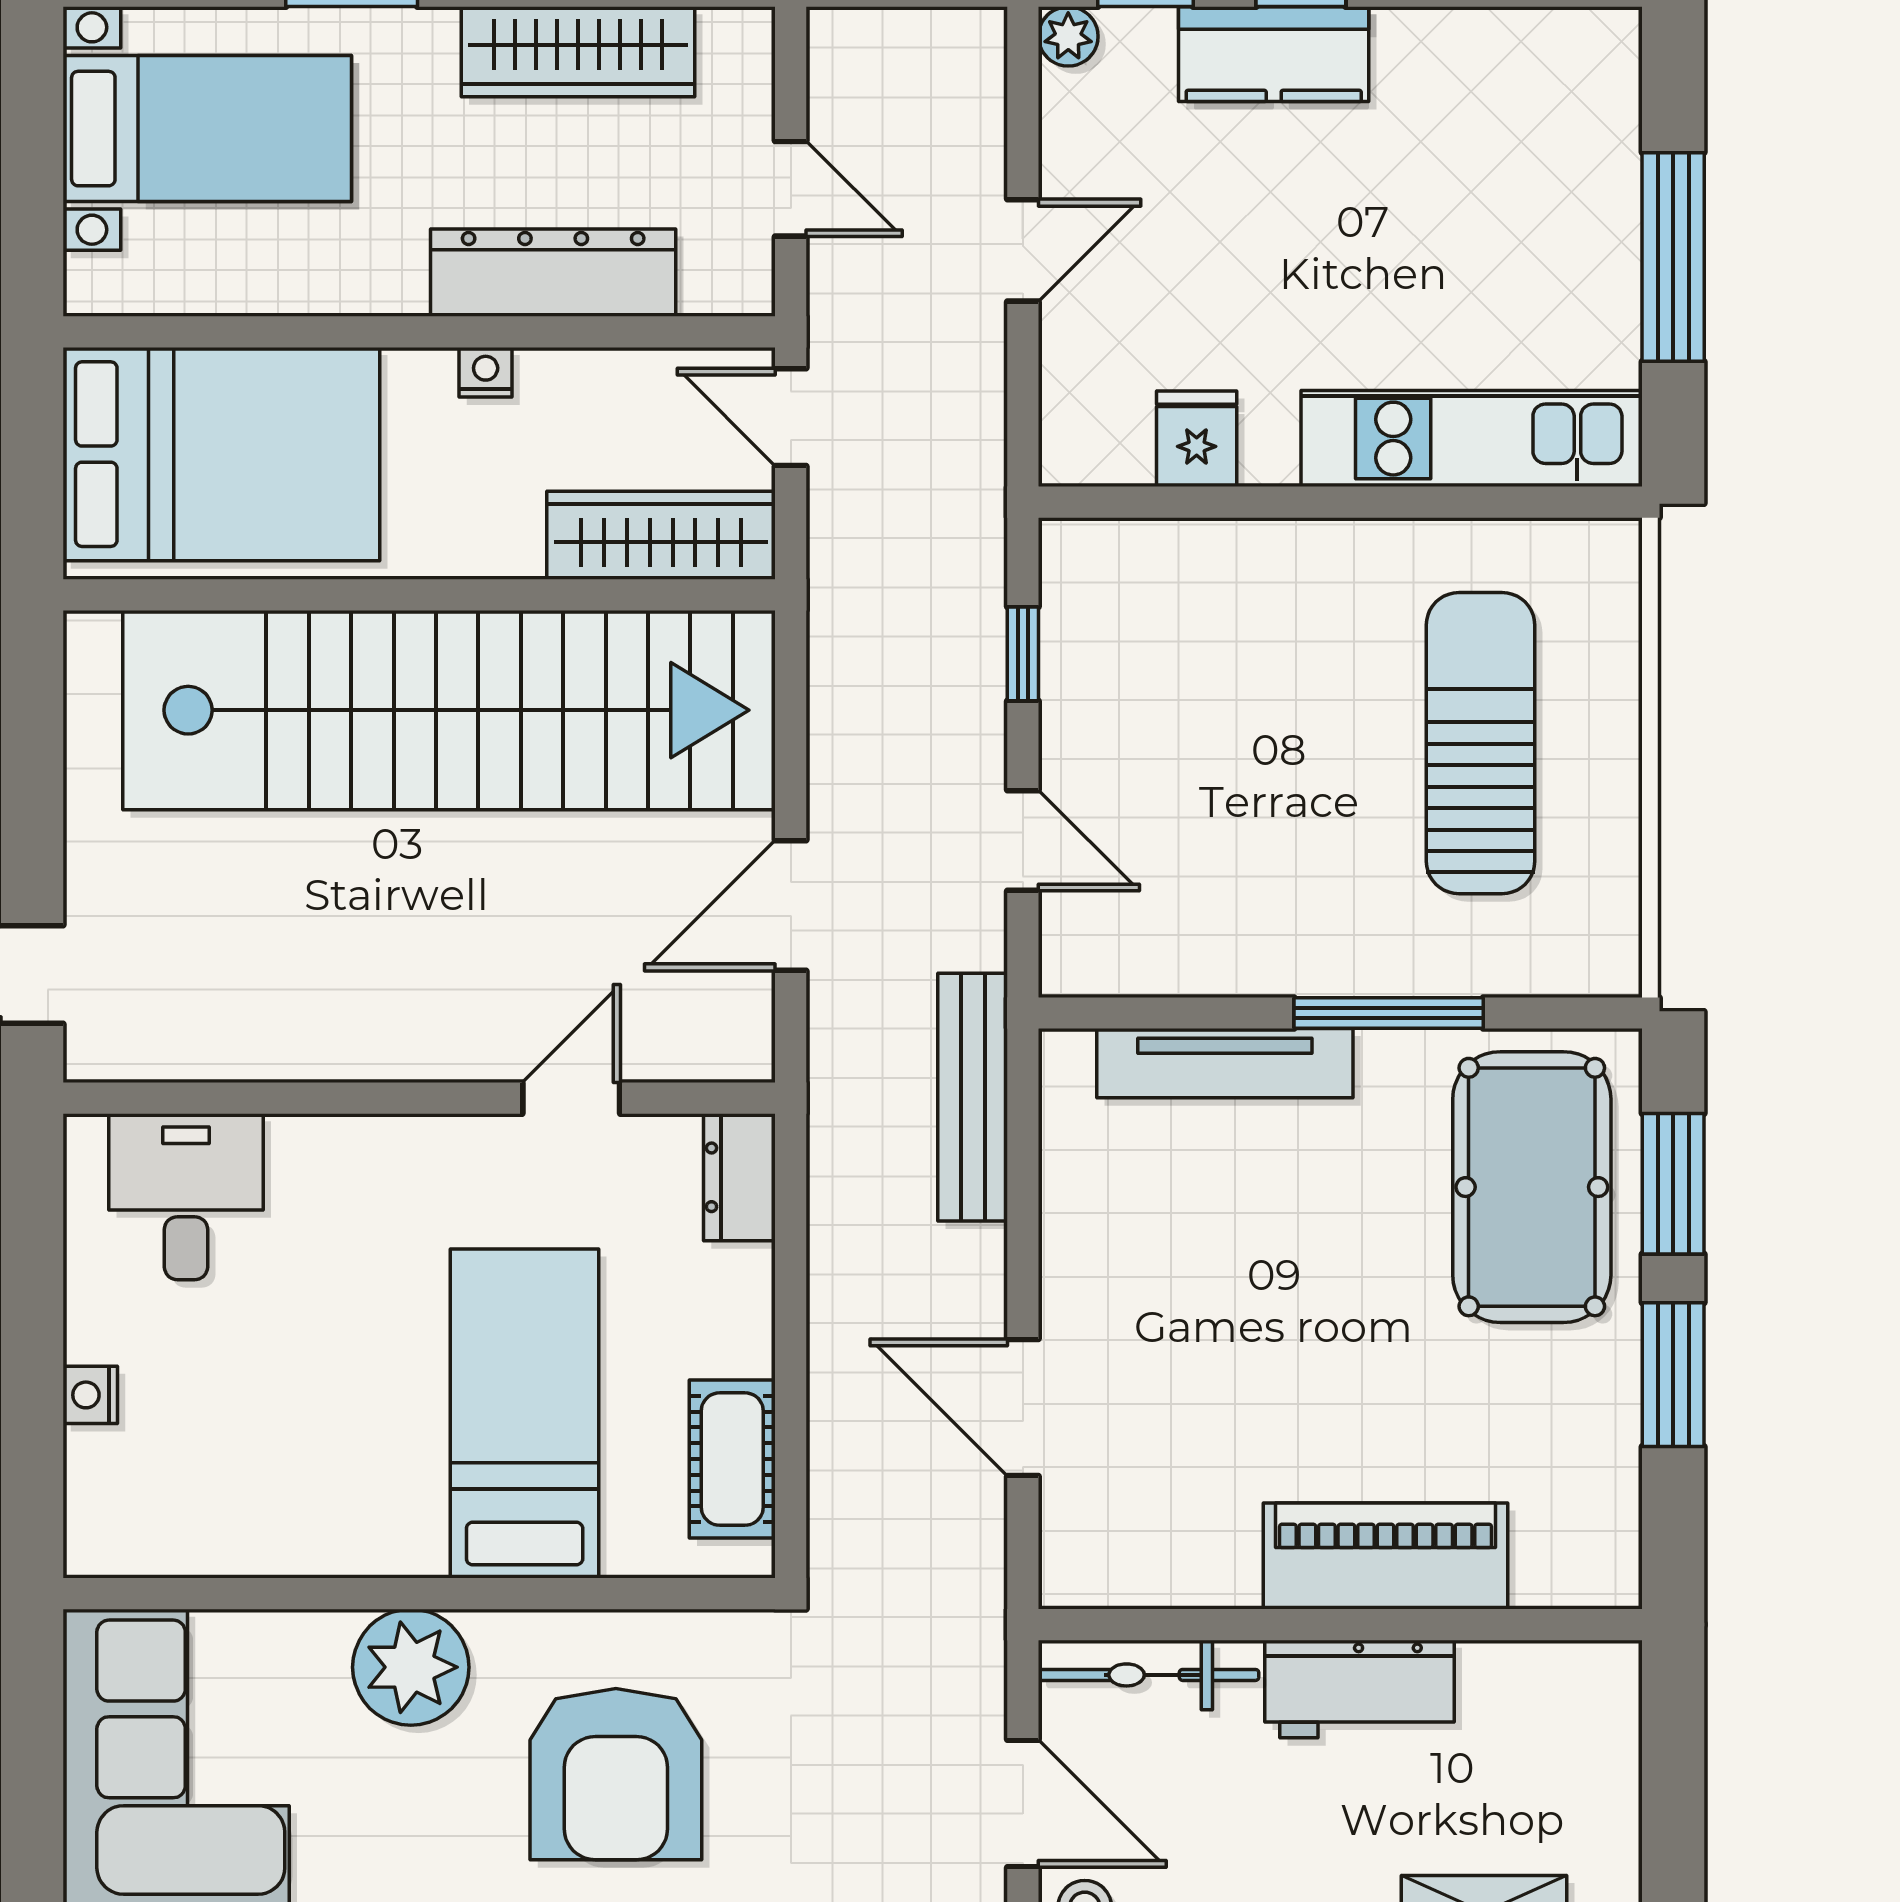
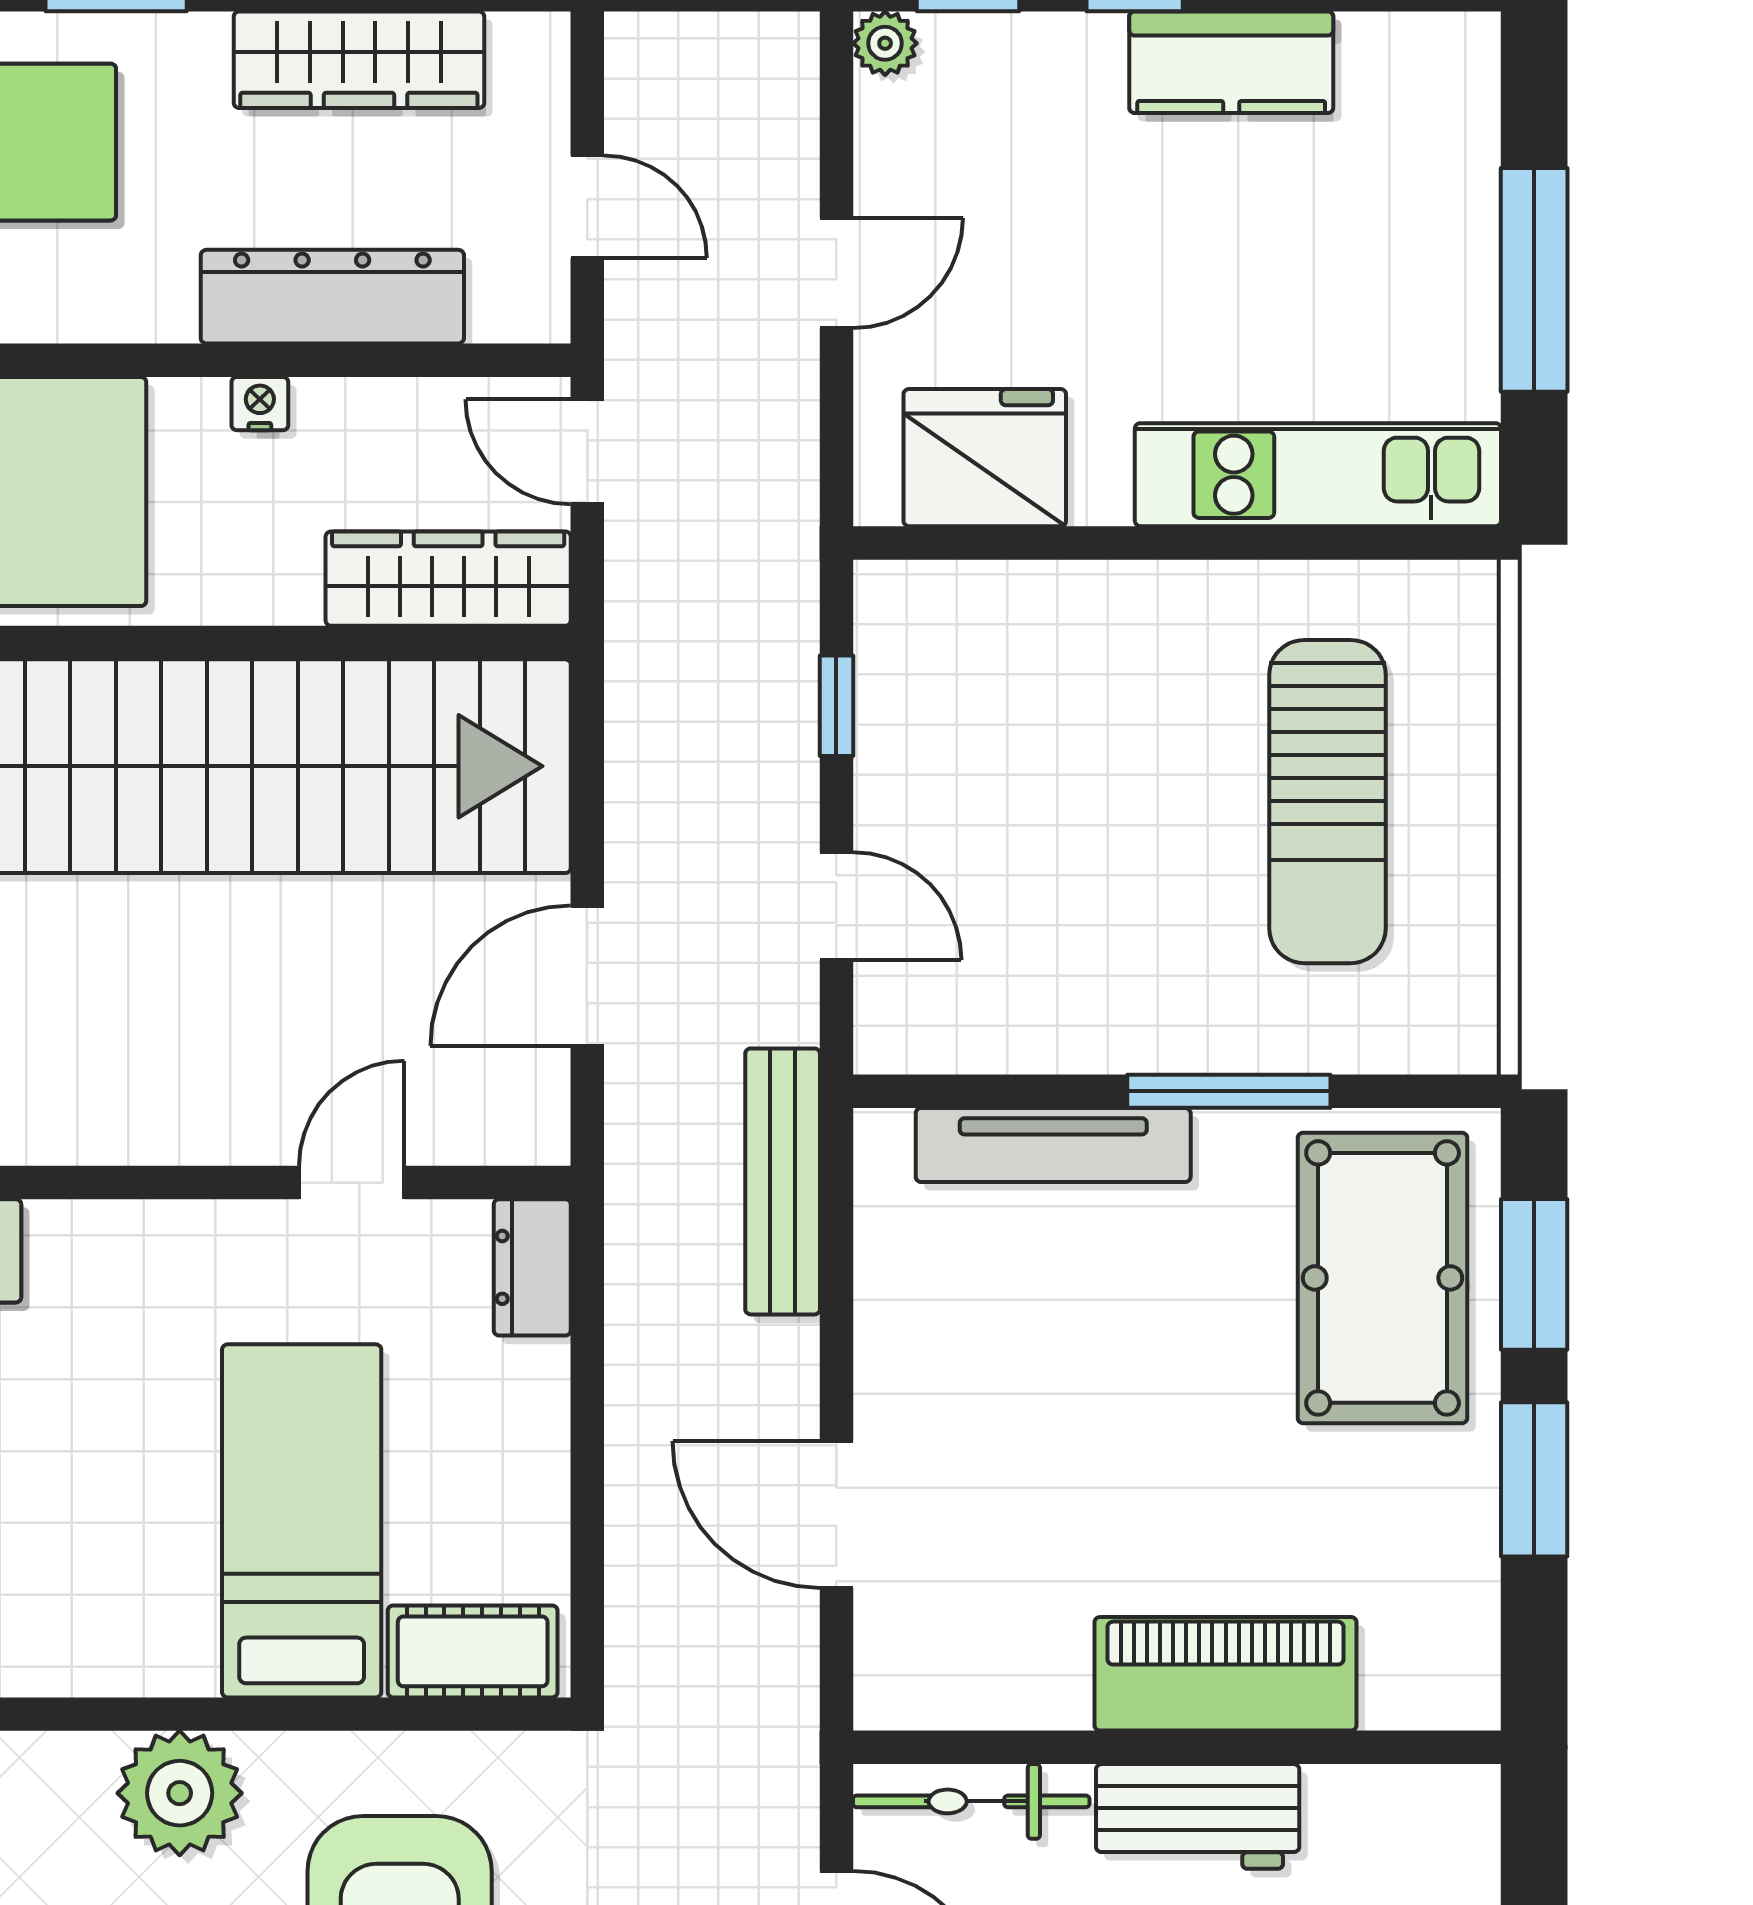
kitchen counter: (1274, 54) -> (1231, 62), moved
fridge: (1197, 439) -> (985, 458), width x1.88, depth x1.34
sun lounger: (1481, 743) -> (1327, 802), turned 180
cot: (732, 1459) -> (473, 1651), moved, turned 90

